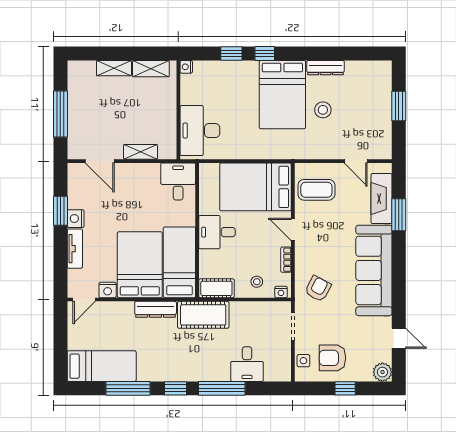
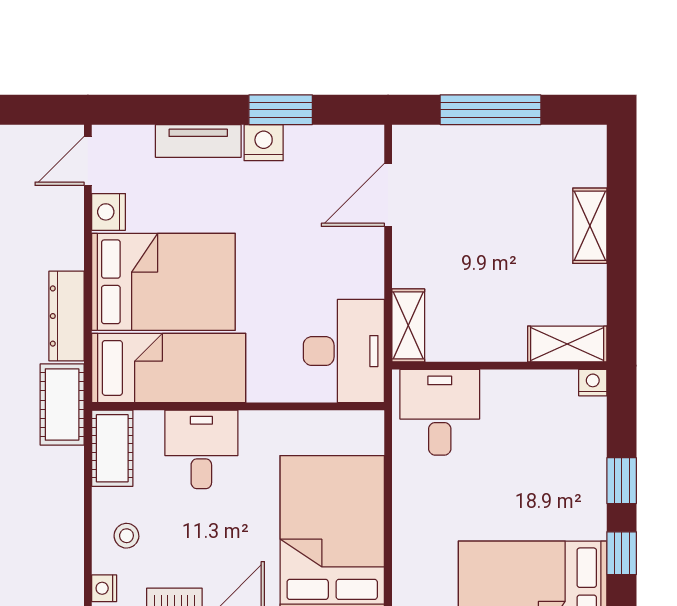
shelving: (151, 69) -> (567, 344), moved, turned 90
desk: (200, 131) -> (440, 412), width x0.73
shelving: (141, 152) -> (408, 325), moved
desk: (178, 182) -> (344, 351), width x1.37
desk: (217, 232) -> (201, 449), moved
door: (84, 300) -> (88, 161), hinge flipped
cot: (203, 315) -> (62, 405), width x0.73, depth x0.75

